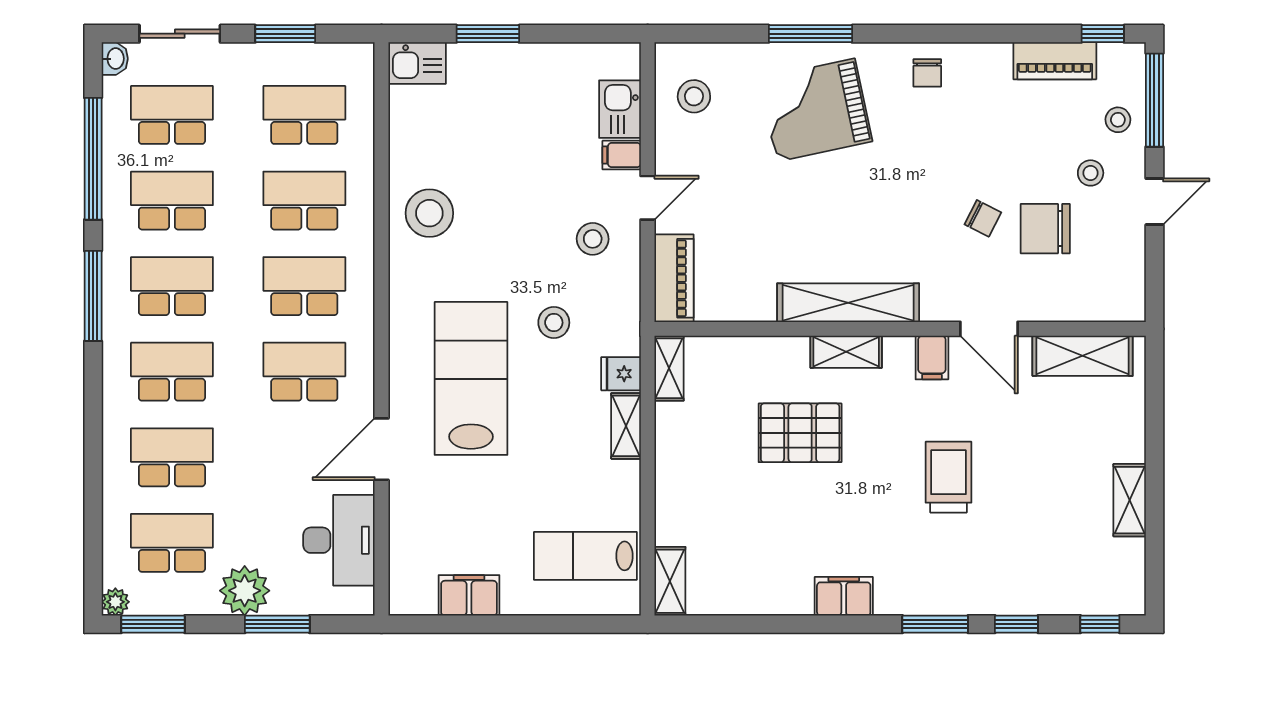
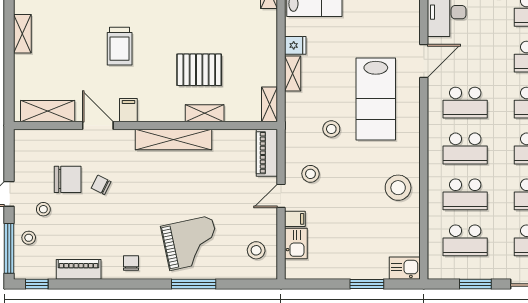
piano: (1055, 61) -> (79, 269), moved
shelving: (846, 352) -> (205, 113), moved
fridge: (621, 374) -> (295, 45), moved

